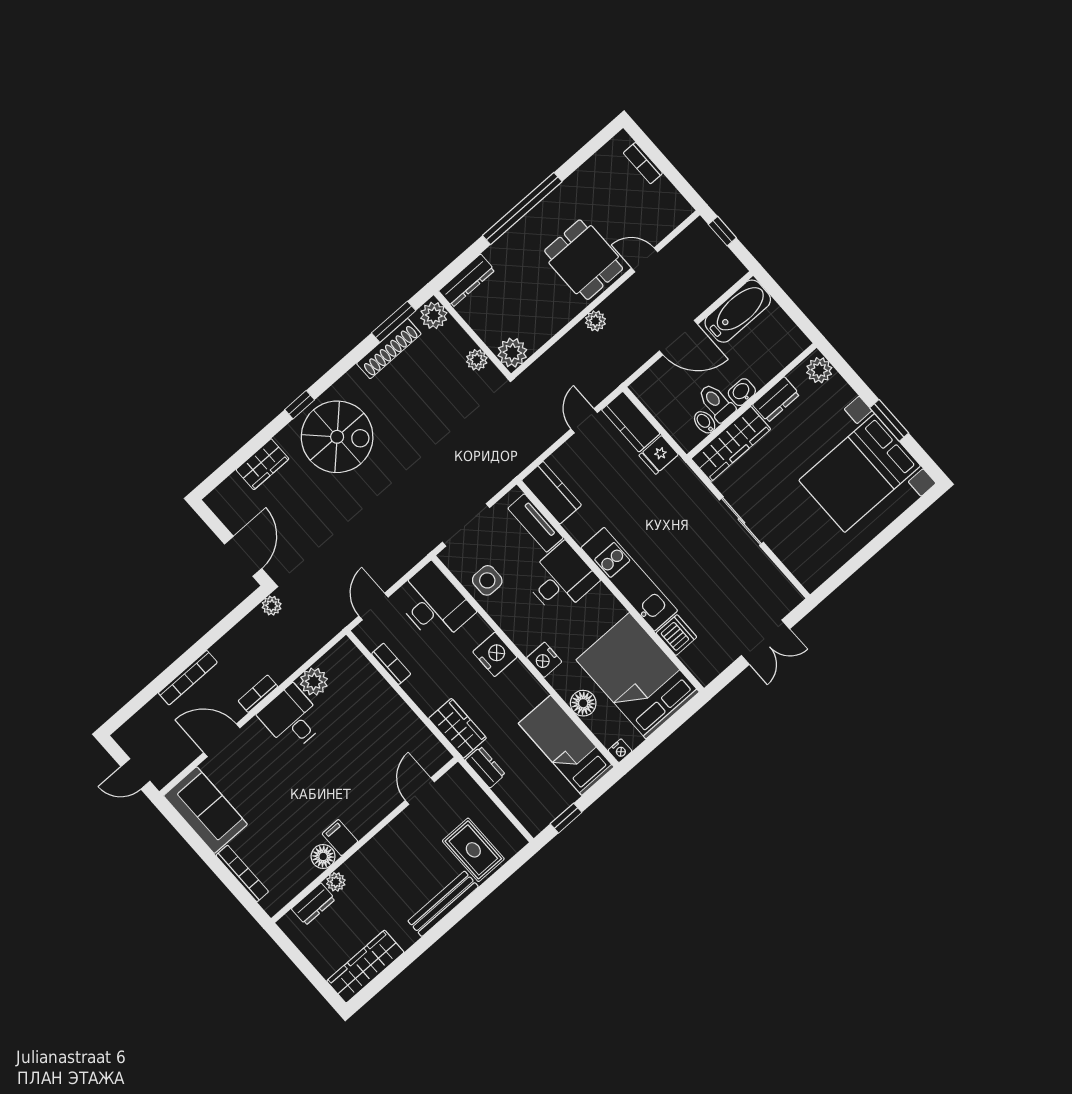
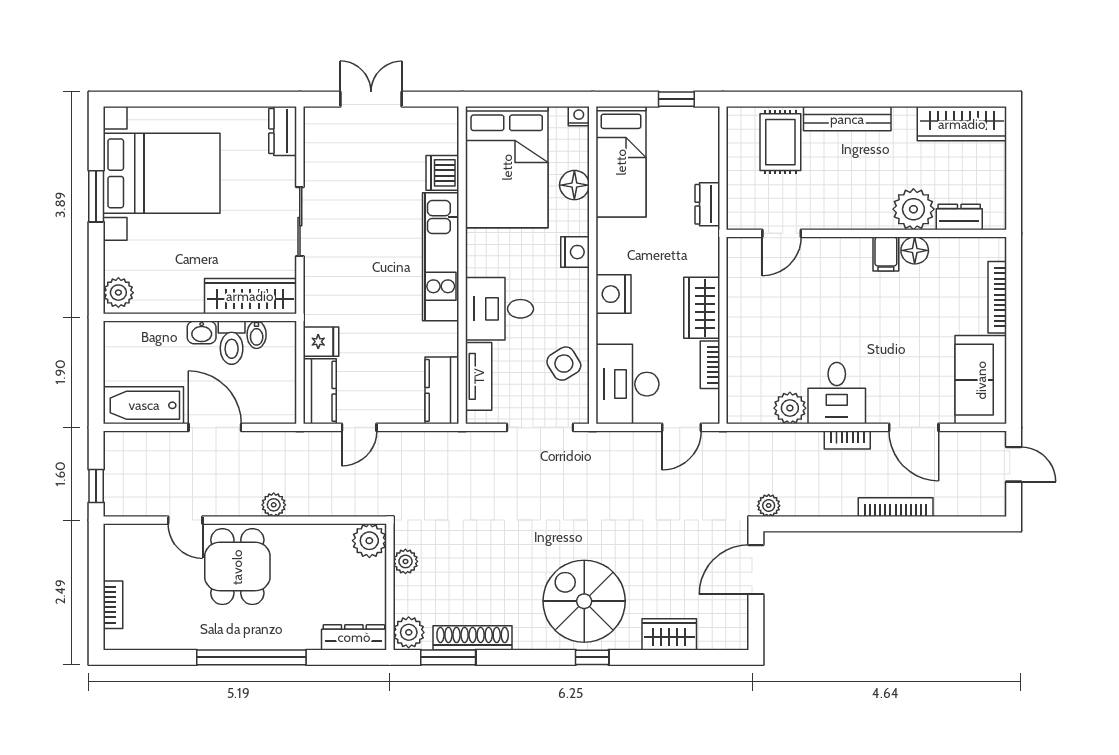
dresser: (776, 399) -> (283, 131), moved, turned -90
side table: (487, 580) -> (564, 364), turned -32
wardrobe: (457, 728) -> (702, 308), moved
plant: (336, 882) -> (913, 209), width x1.87, depth x1.87

